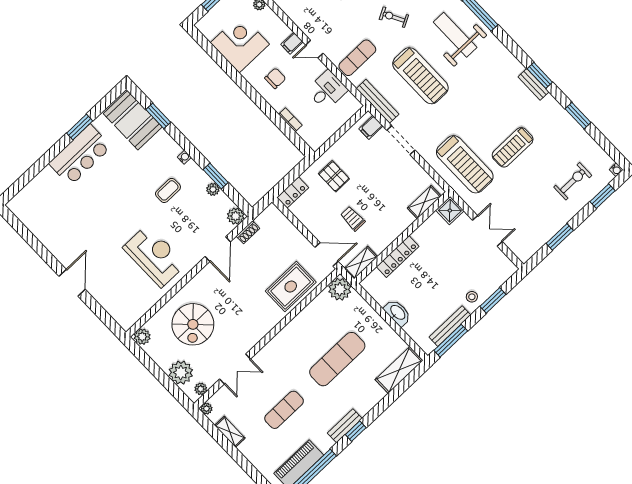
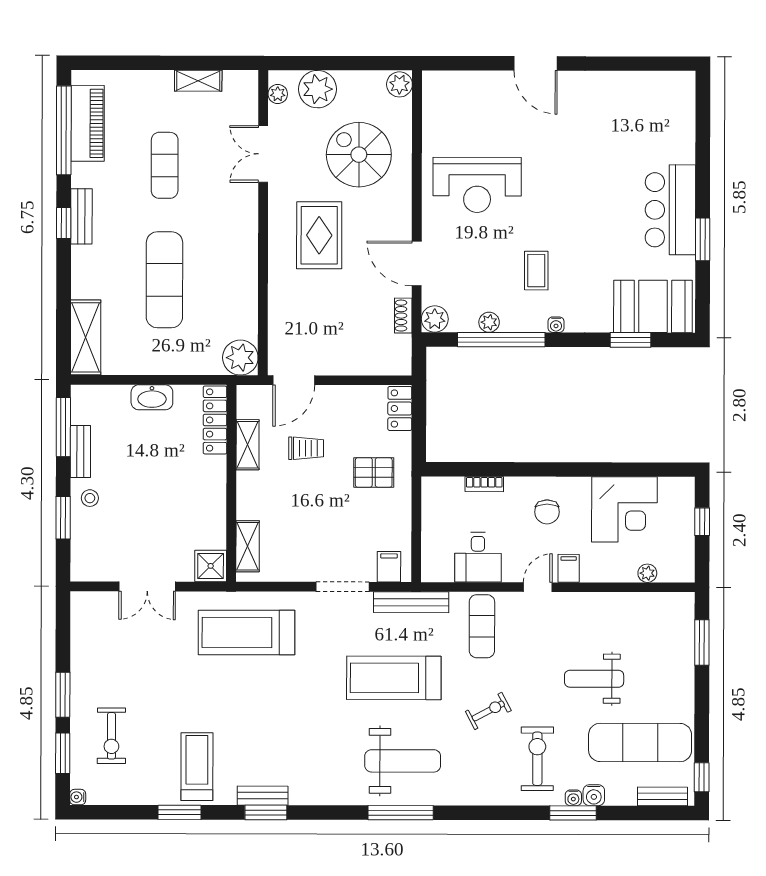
treadmill: (513, 147) -> (197, 767), moved
window: (216, 176) -> (501, 340), width x2.11
window: (560, 237) -> (63, 695), moved
locker: (398, 257) -> (215, 420), moved
shelving: (361, 263) -> (248, 445), moved
rug: (291, 287) -> (319, 235), moved
bench: (450, 326) -> (80, 451), width x0.73
plant: (206, 409) -> (249, 79), removed

